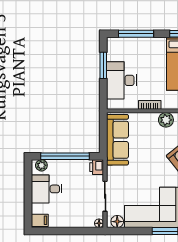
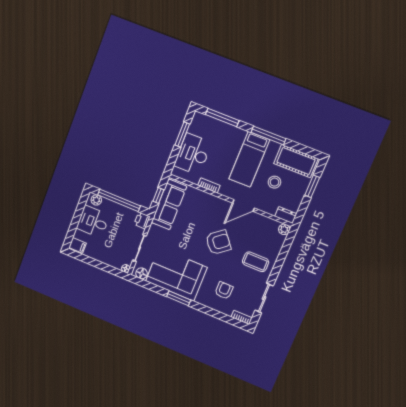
plant: (166, 120) -> (218, 204), removed
window: (103, 135) -> (158, 196), added

